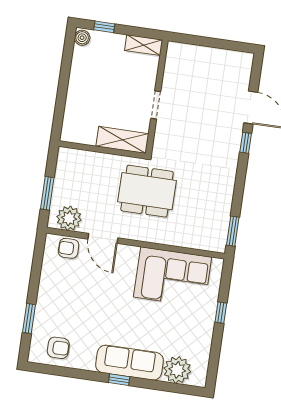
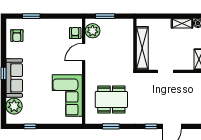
shelving: (79, 65) -> (182, 23), added
shelving: (122, 140) -> (142, 48), width x1.47
dining table: (147, 191) -> (111, 99), moved, turned 90
window: (233, 231) -> (111, 126), moved
window: (221, 313) -> (30, 126), moved

